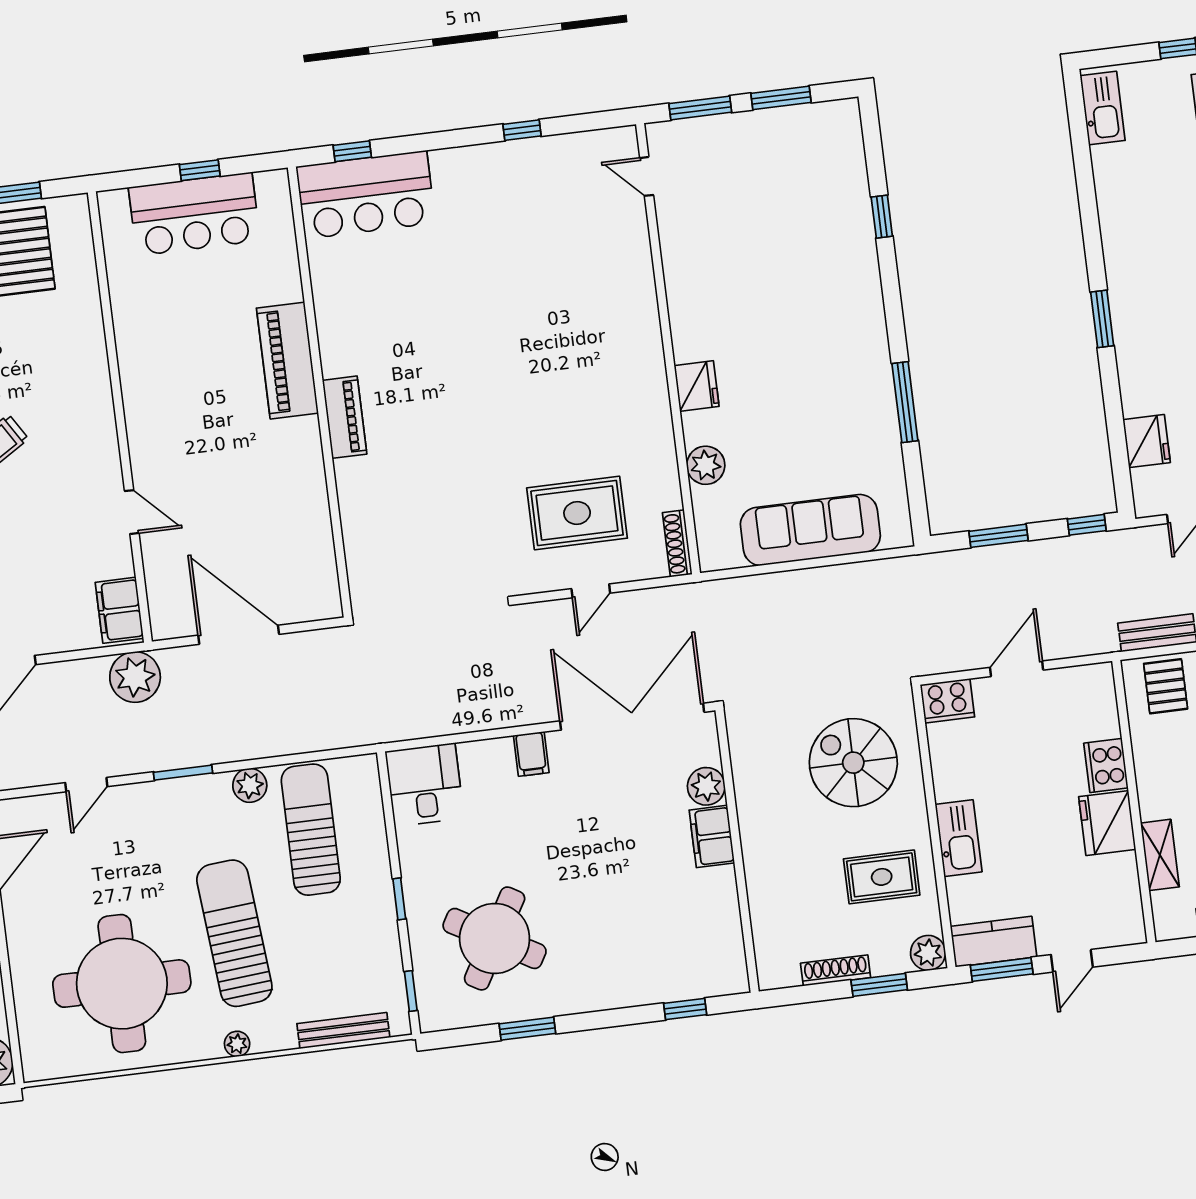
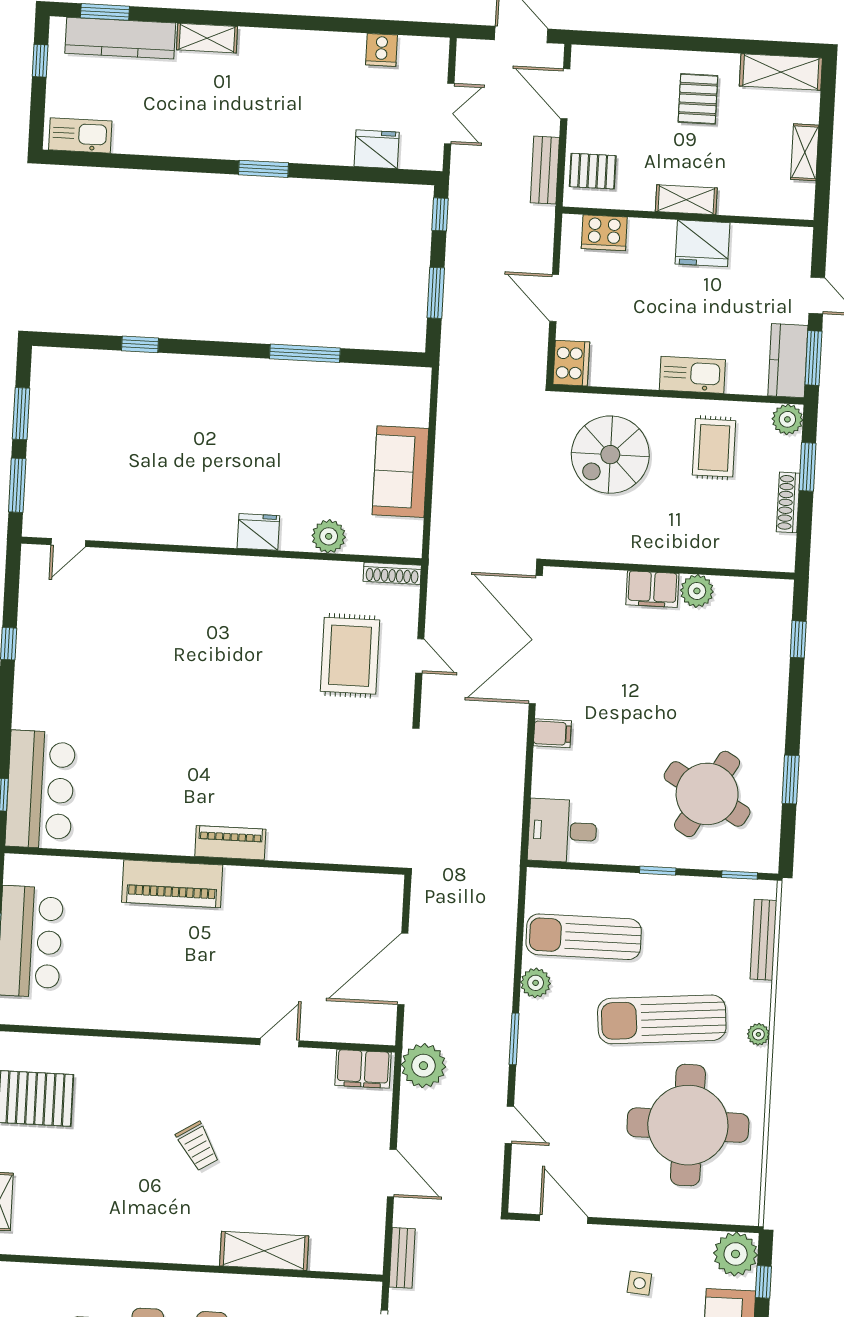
sofa: (810, 530) -> (400, 472), width x0.73
cooker: (1106, 766) -> (604, 233), moved
plant: (706, 786) -> (697, 591), moved
shelving: (1160, 855) -> (686, 200), moved

